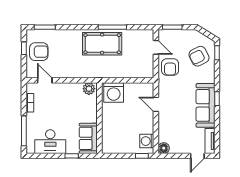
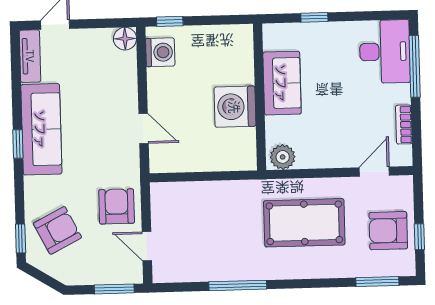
pool table: (102, 44) -> (304, 223), moved
door: (45, 80) -> (374, 172), swing flipped
washing machine: (114, 92) -> (235, 107), moved, turned -90
sofa: (88, 138) -> (282, 83), moved
desk: (50, 142) -> (385, 52), moved, turned 90

